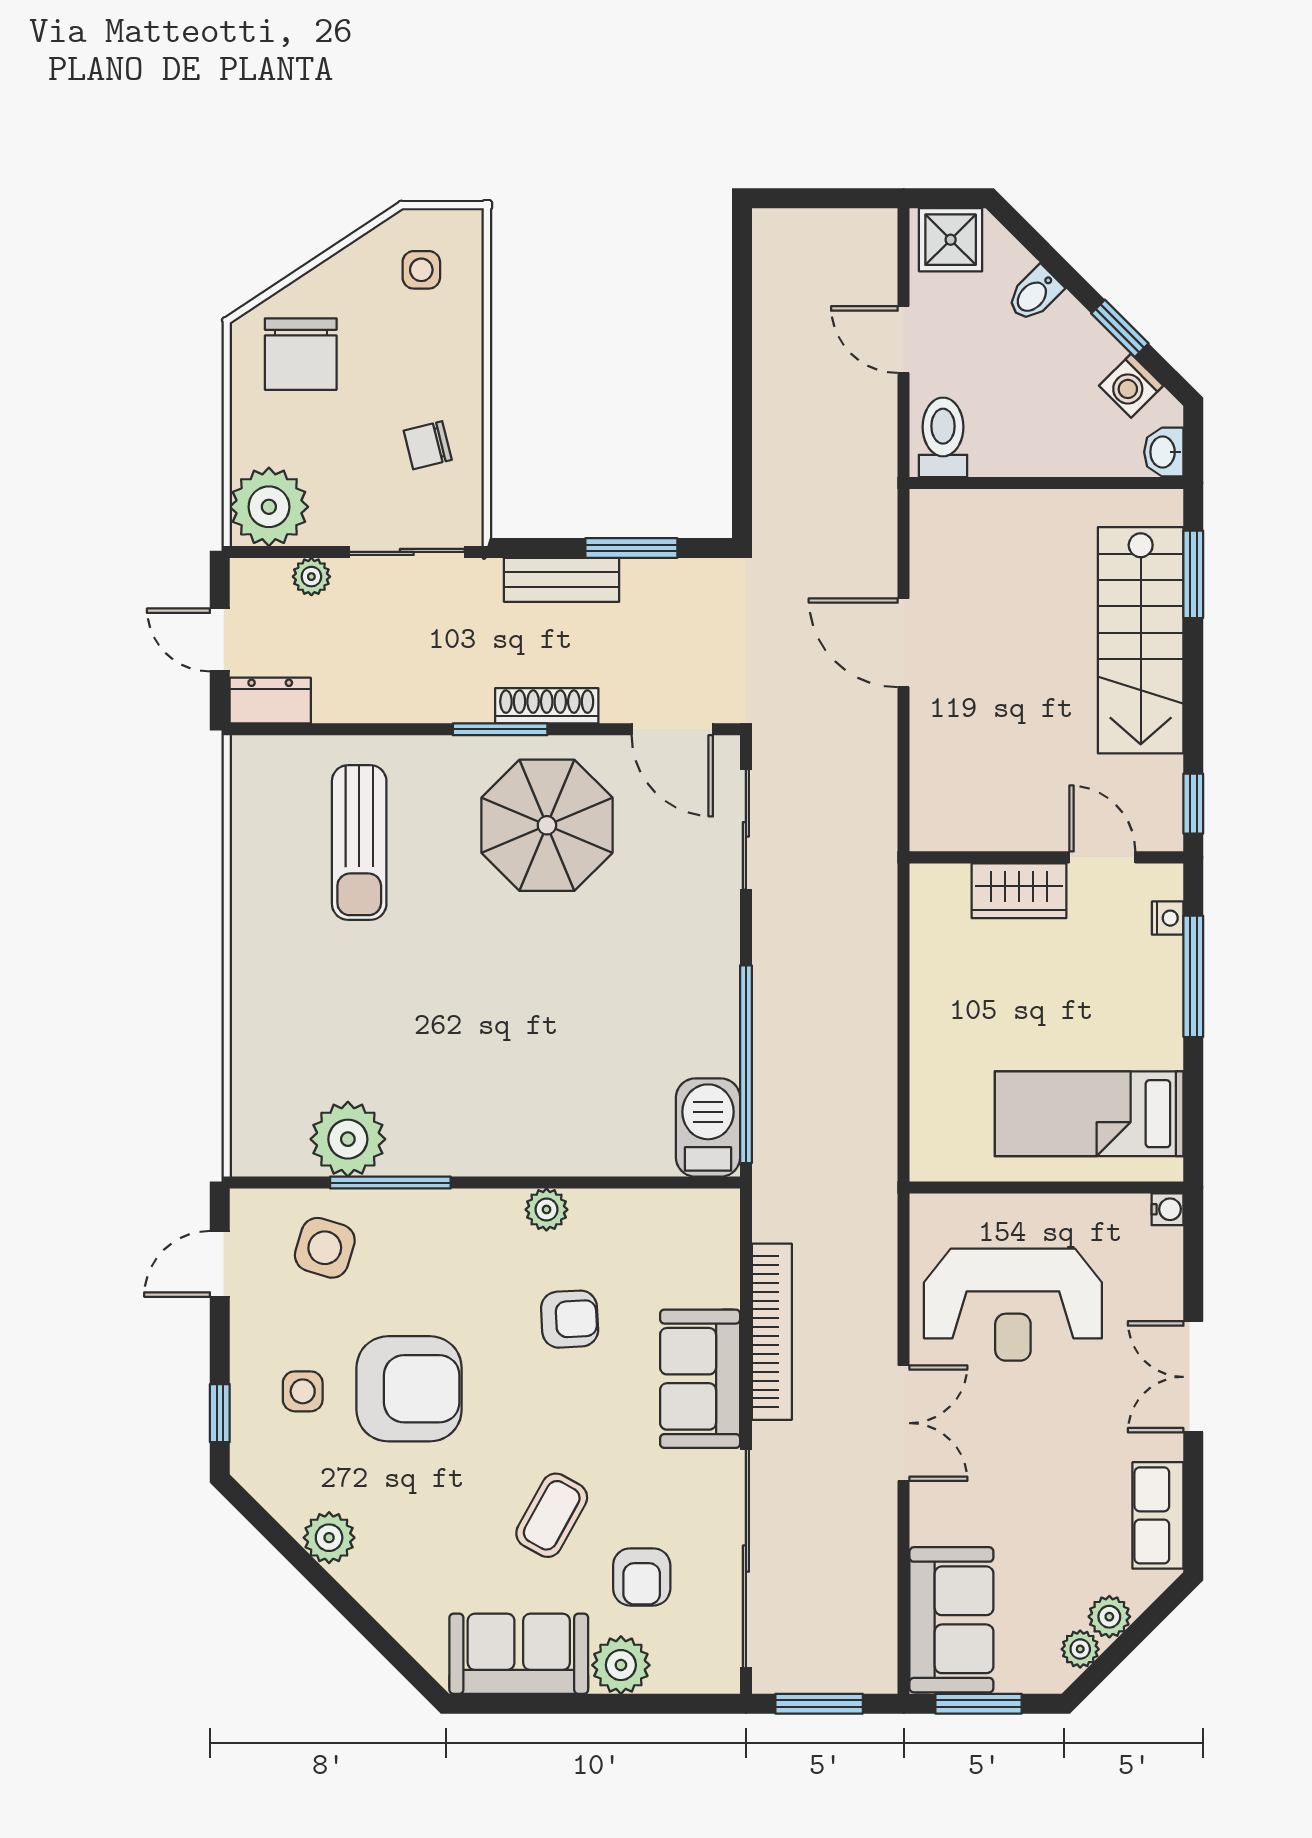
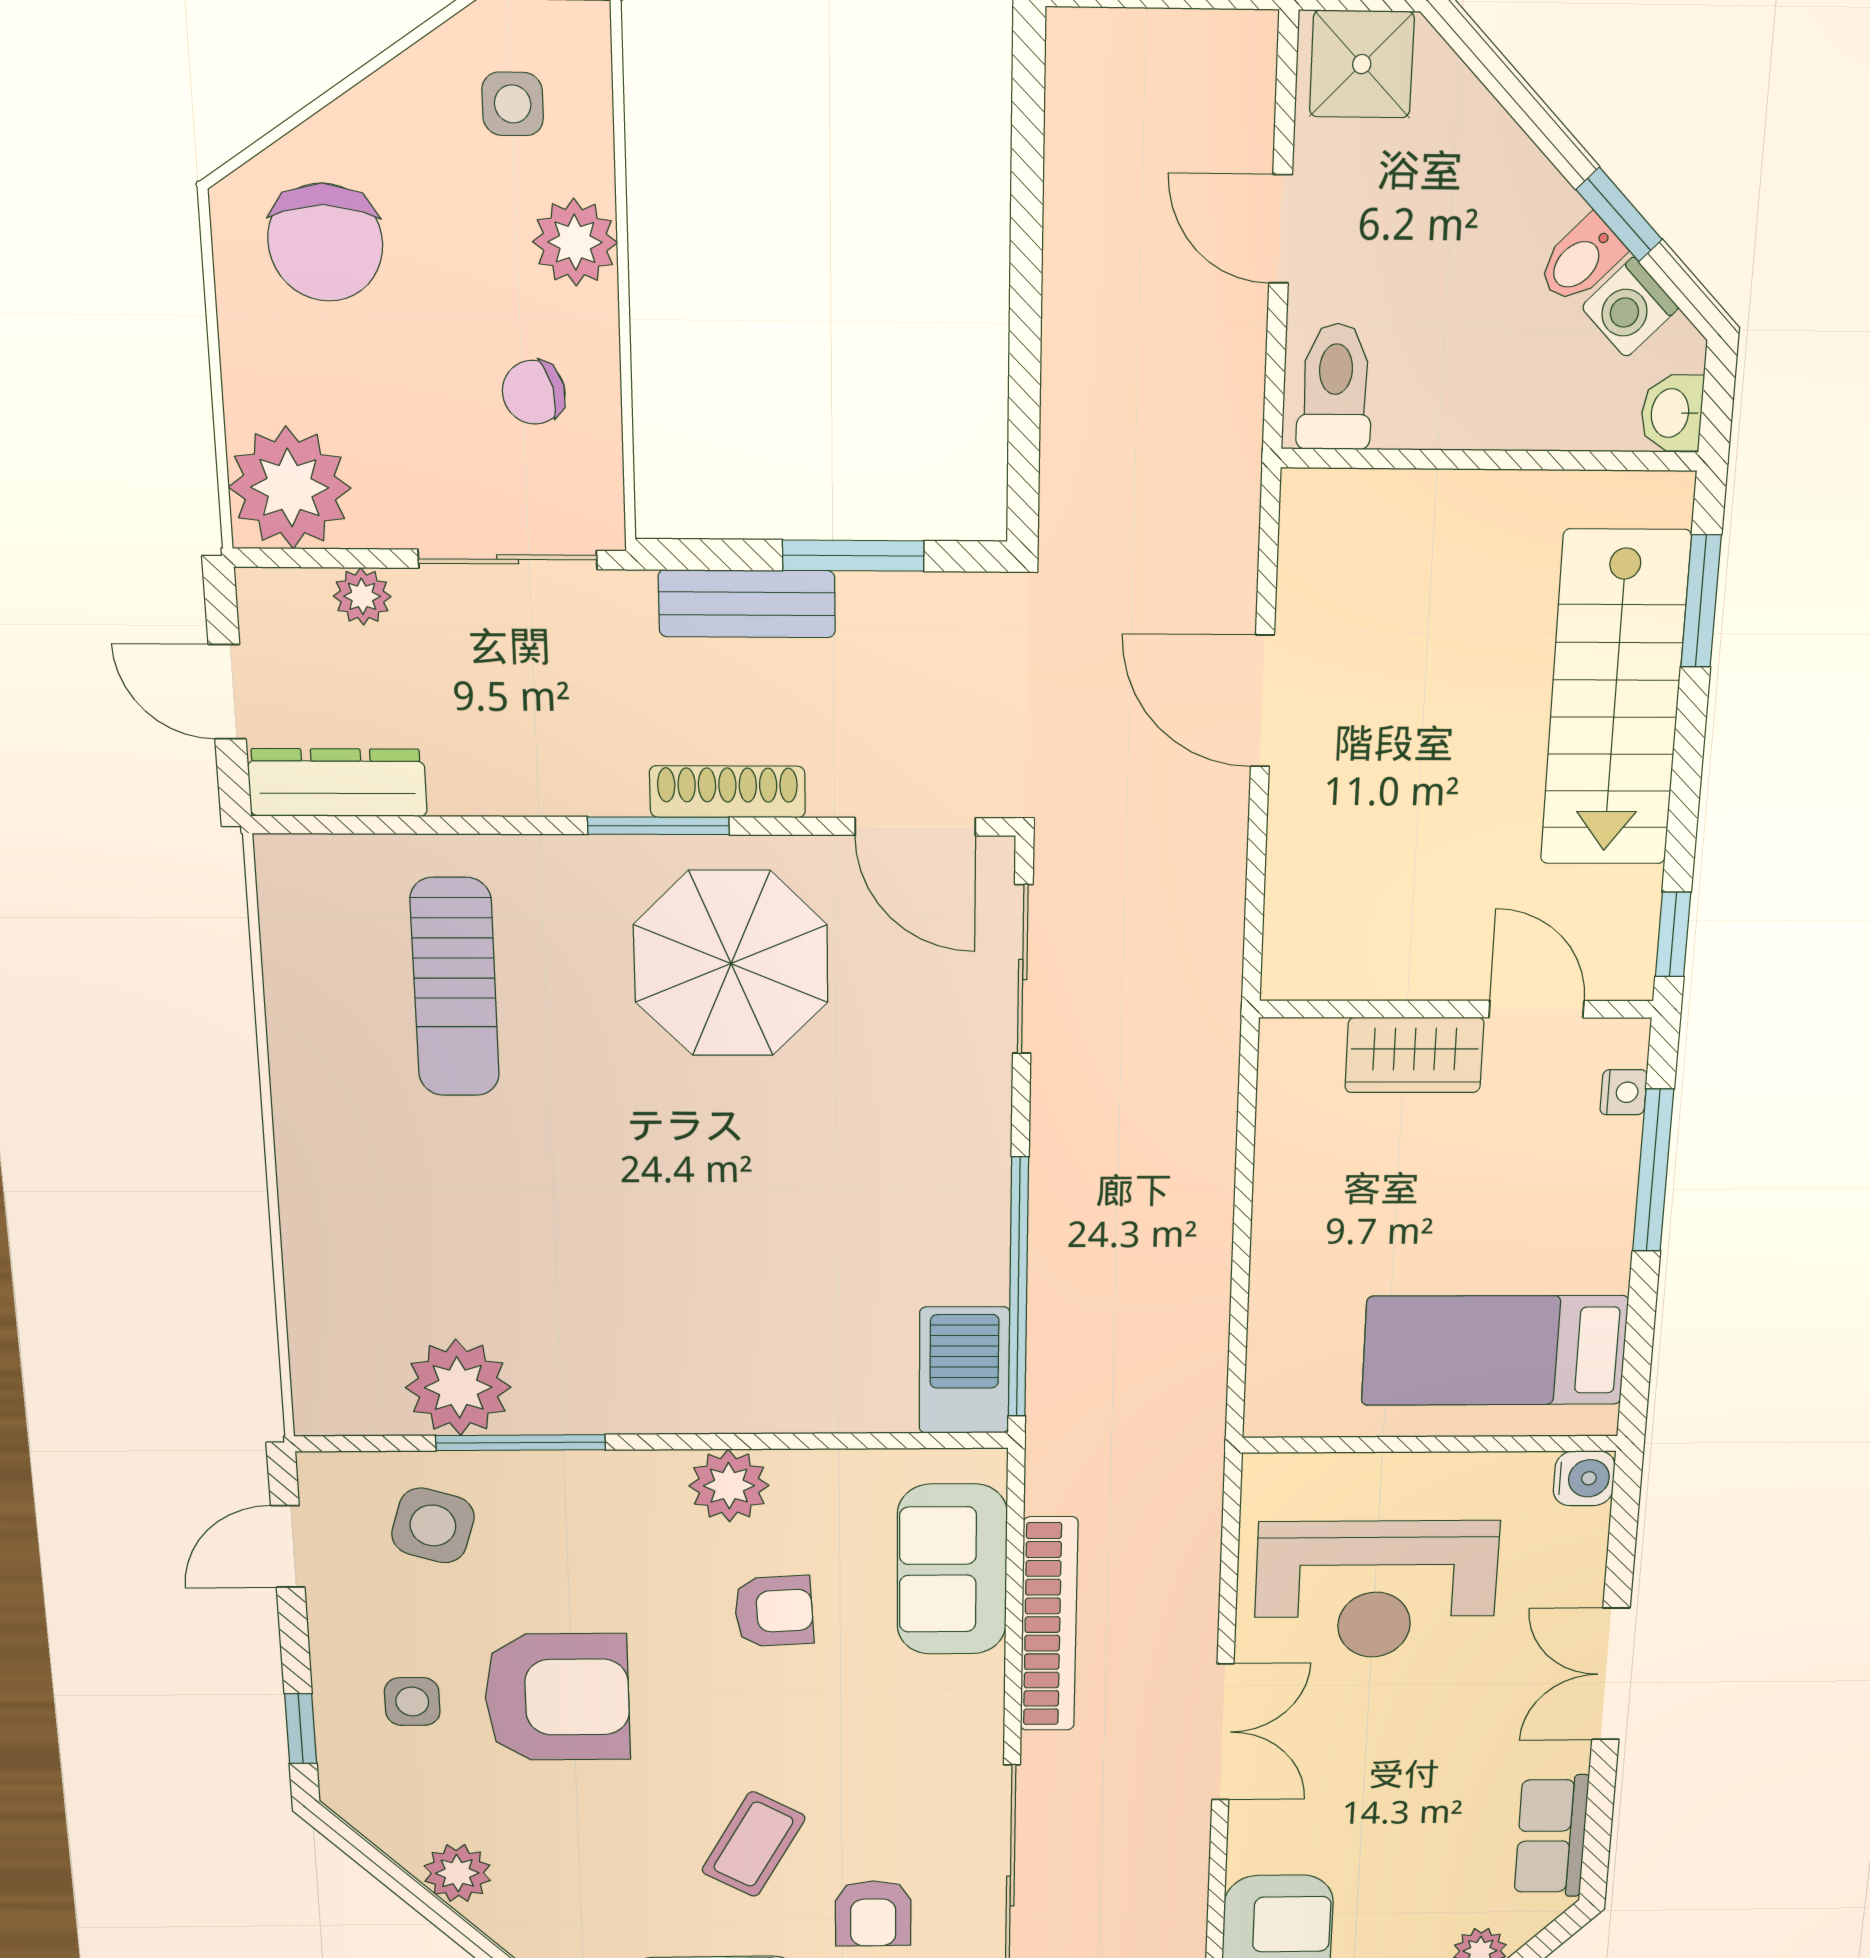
bidet: (1034, 294) -> (1581, 260), moved
plant: (457, 352) -> (575, 242), added
dresser: (270, 701) -> (337, 783), width x1.44
water cooler: (1167, 1209) -> (1584, 1478), width x1.38, depth x1.38
plant: (546, 1210) -> (729, 1486), width x1.38, depth x1.38
sofa: (700, 1379) -> (952, 1570), moved

